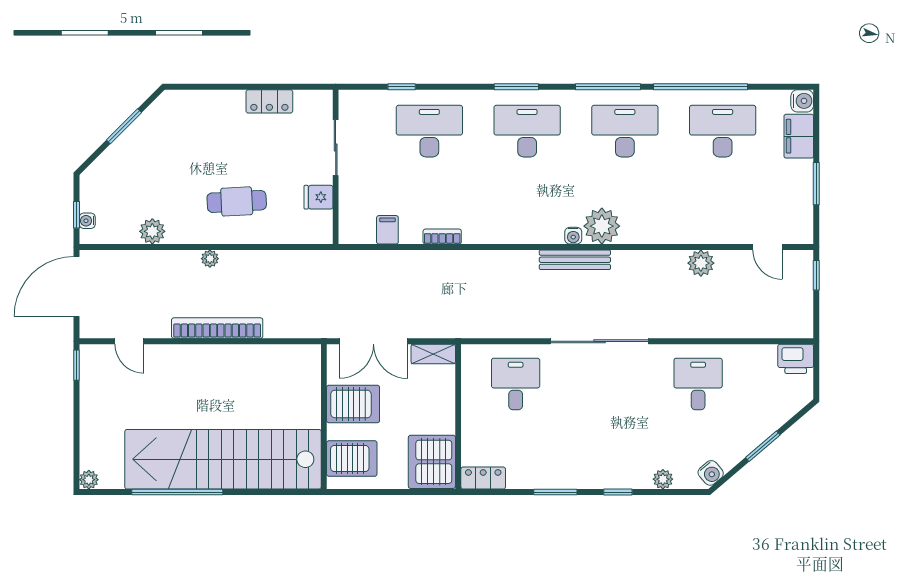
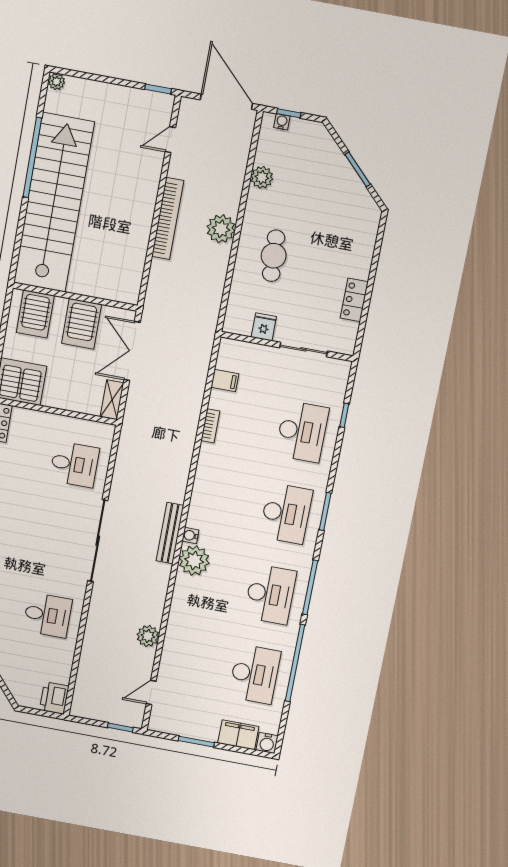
plant: (210, 259) -> (221, 229), width x1.87, depth x1.87

